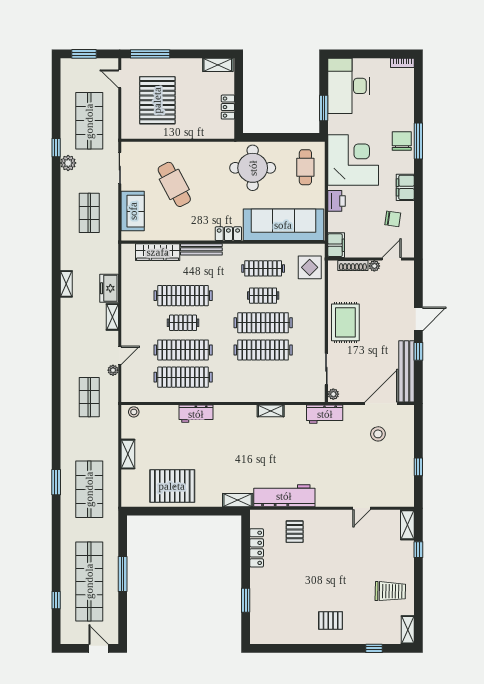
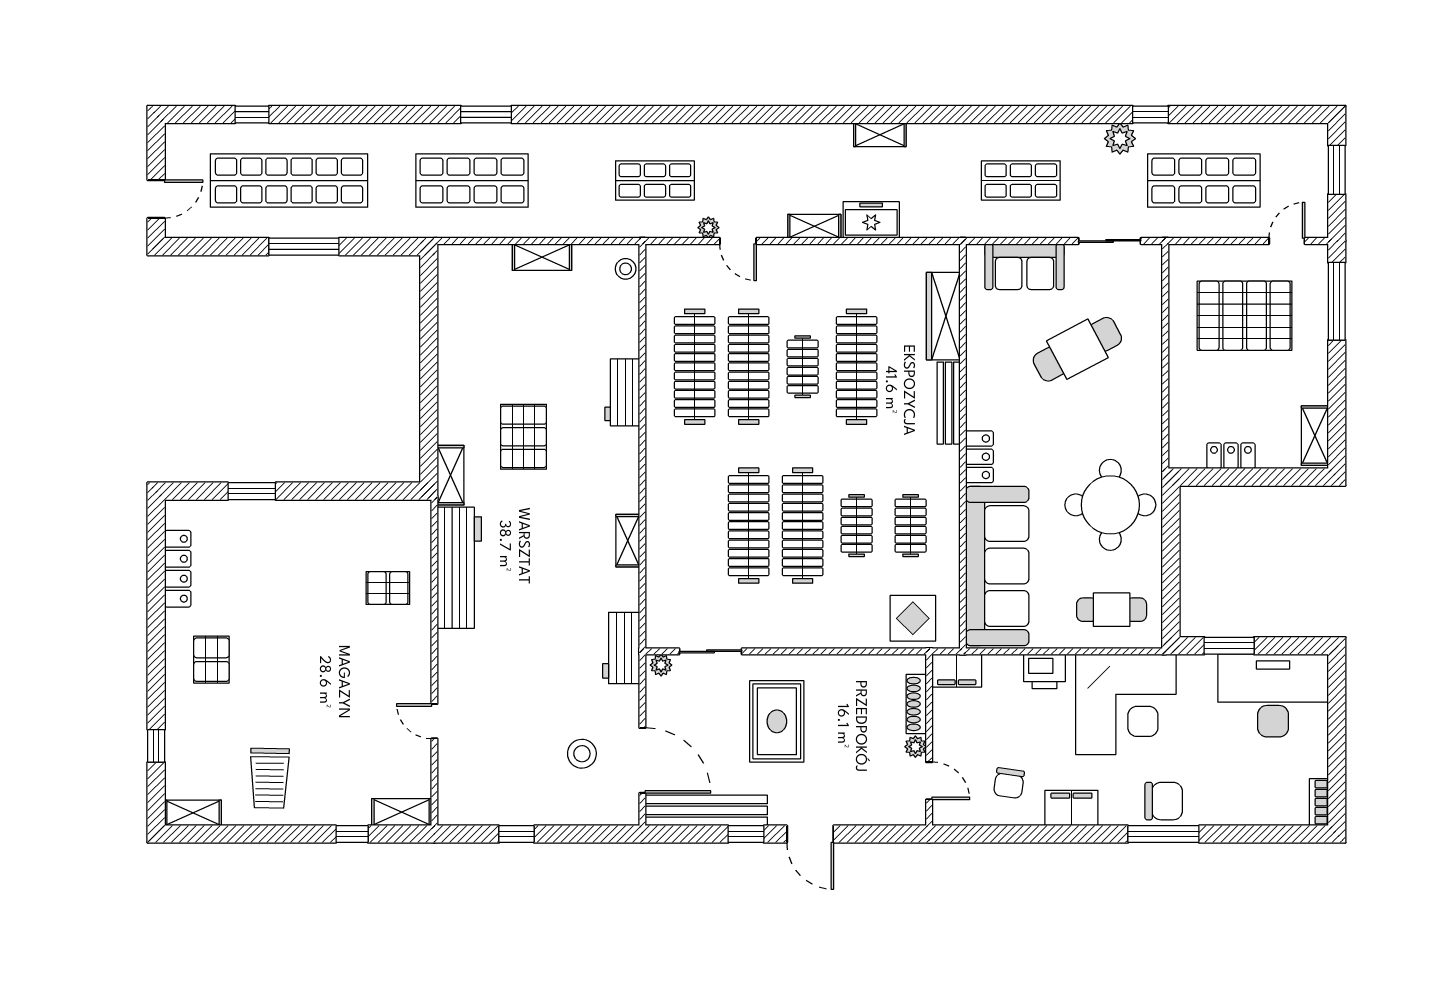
clothes rail: (263, 268) -> (911, 526), width x0.73
rug: (345, 322) -> (777, 721), moved, turned 90
pallet: (172, 486) -> (523, 437), moved, width x0.73, depth x0.71
locker: (257, 548) -> (178, 569), moved, turned -90

